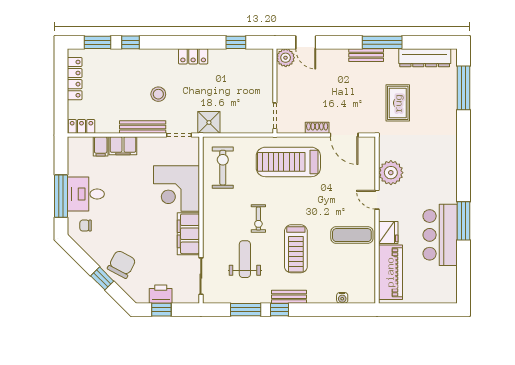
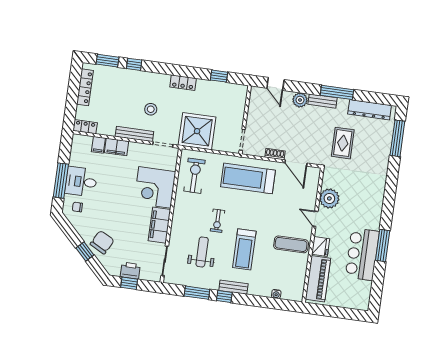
plant: (286, 58) -> (300, 100), moved
shower: (209, 122) -> (197, 131), width x1.86, depth x1.86

